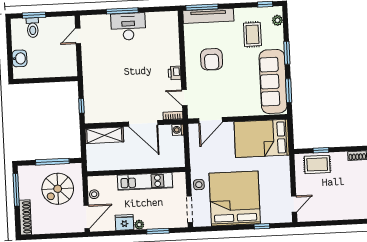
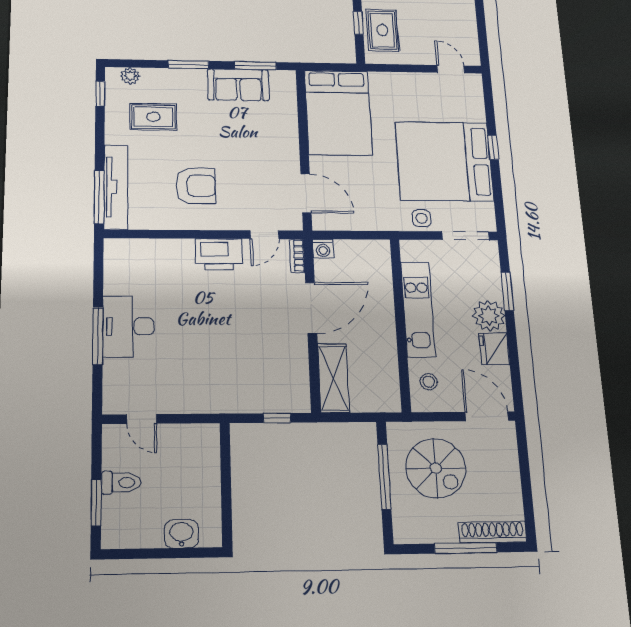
toilet: (33, 28) -> (121, 483), moved
printer: (175, 73) -> (219, 254), width x1.87, depth x1.48
sofa: (273, 81) -> (238, 85), width x0.54, depth x0.79
window: (16, 190) -> (466, 548), moved
stool: (94, 194) -> (429, 382), moved
plant: (139, 225) -> (489, 316), width x1.88, depth x1.88
window: (262, 226) -> (493, 147), moved

